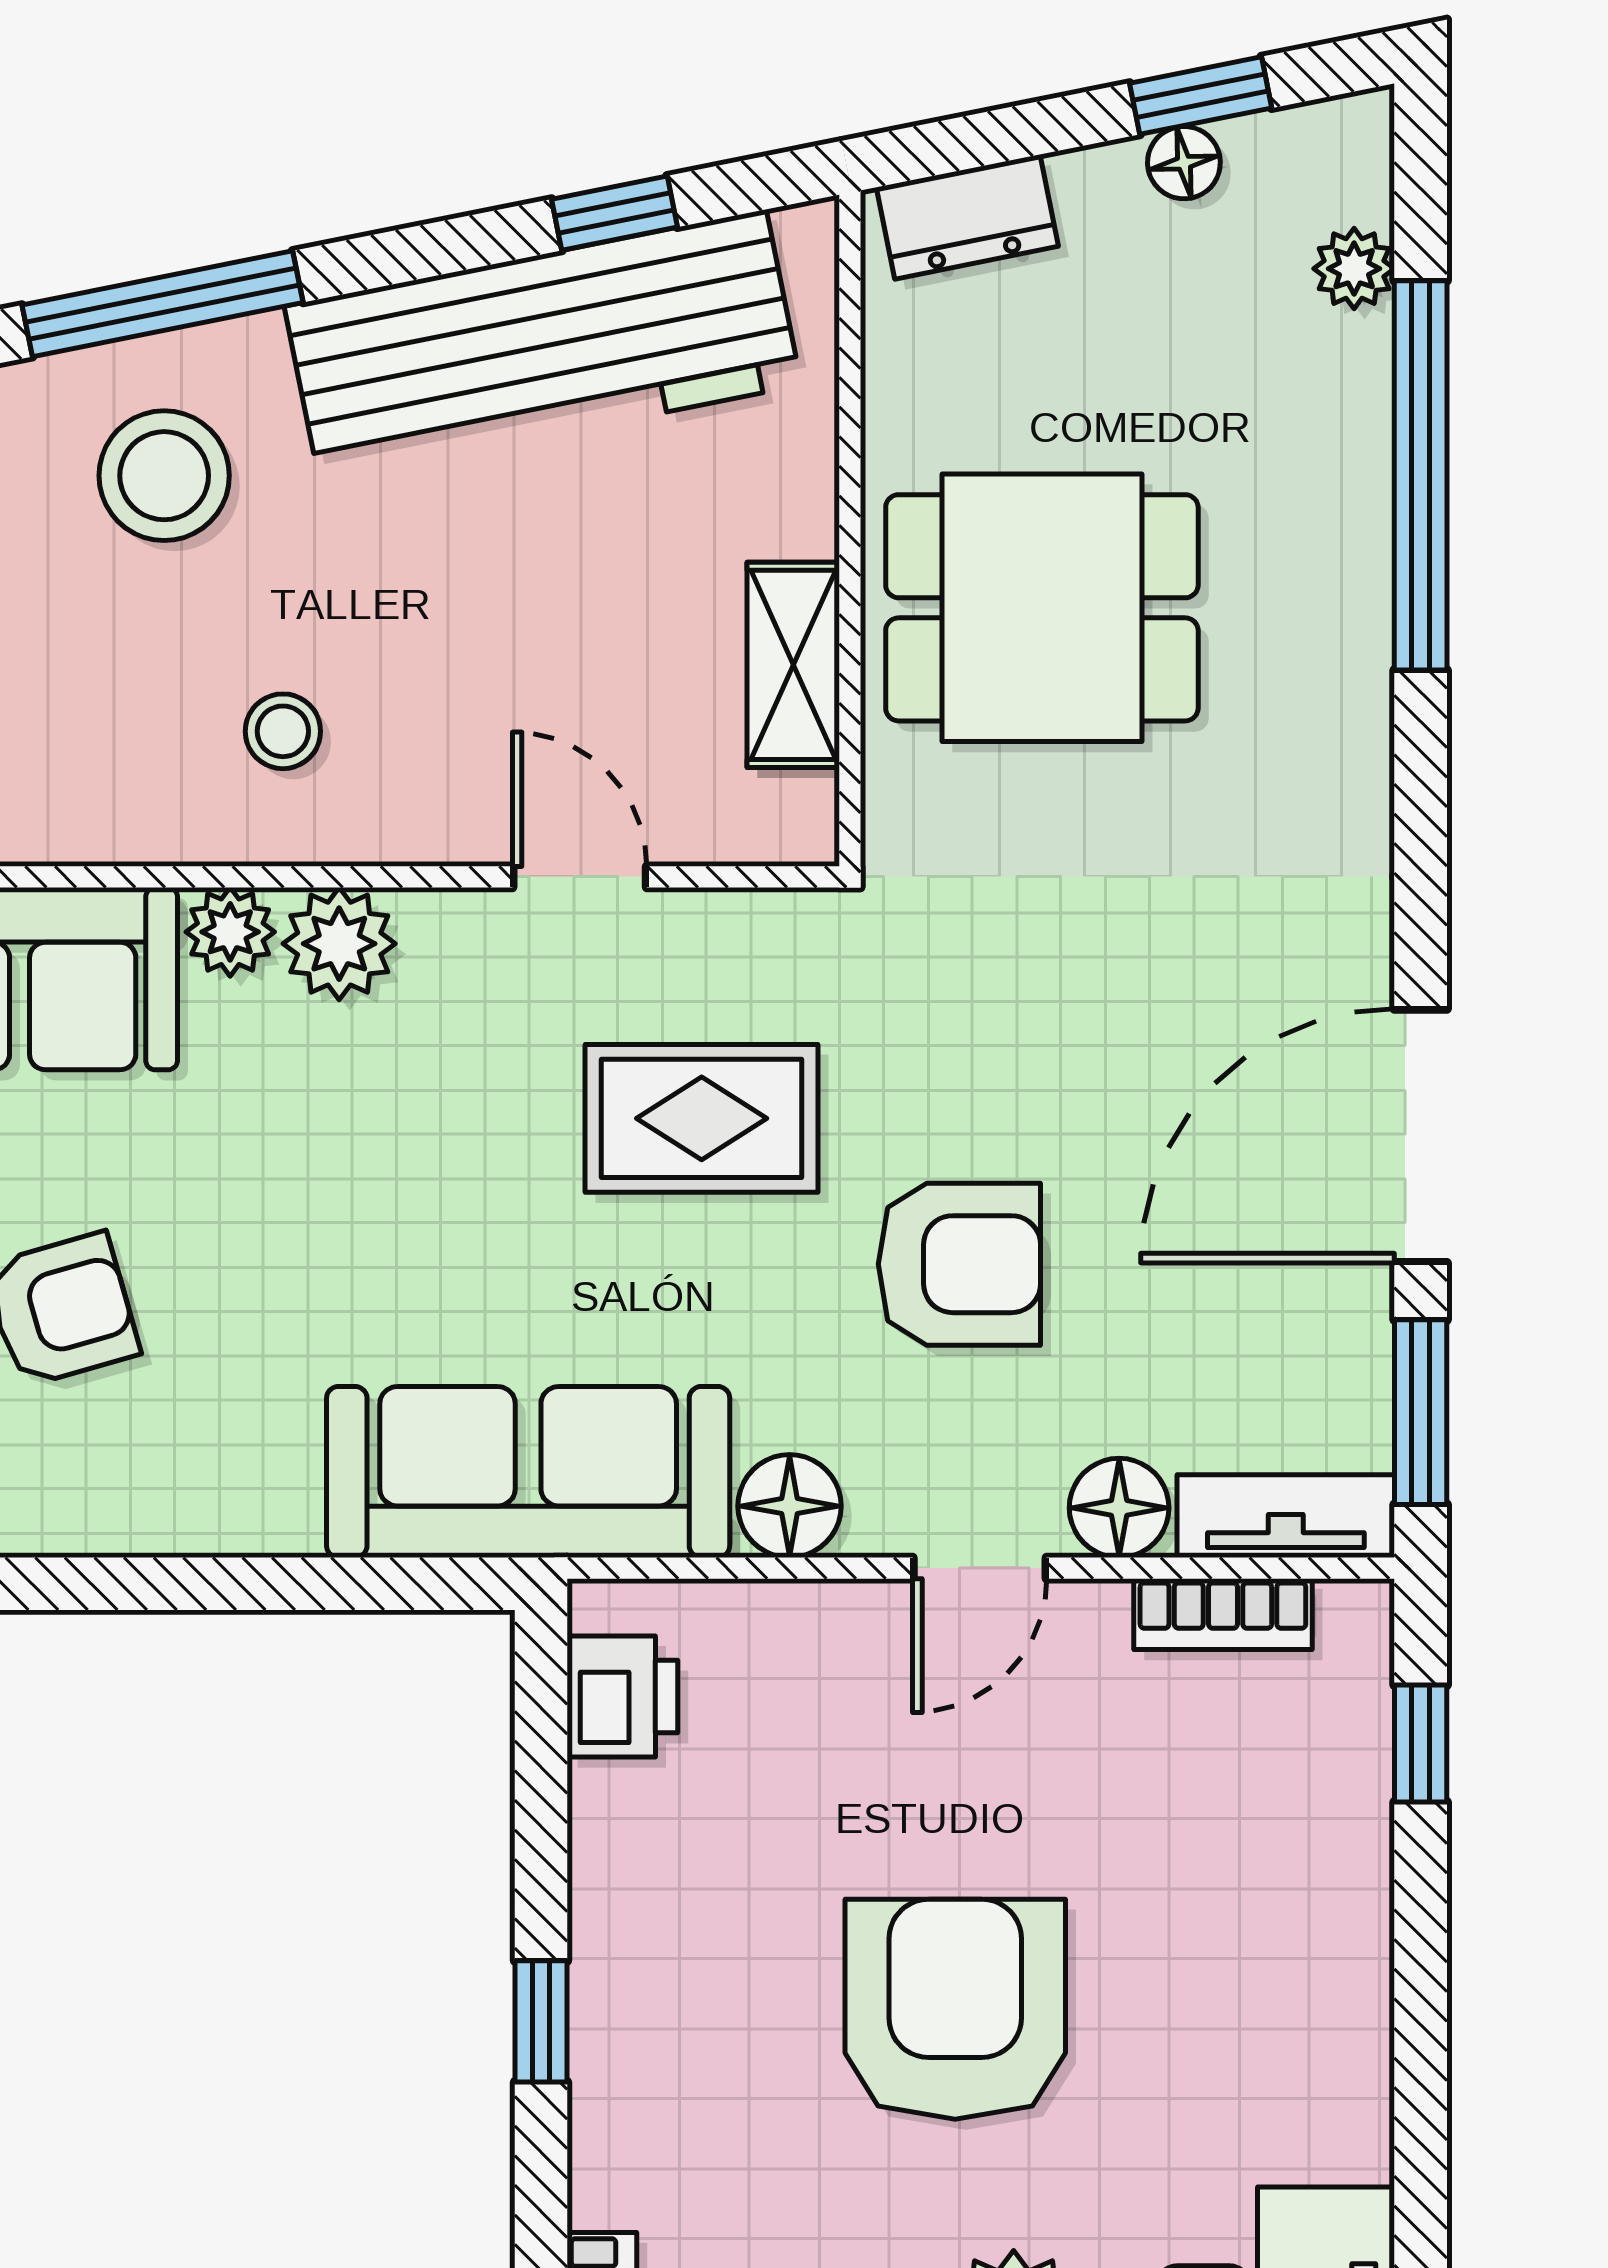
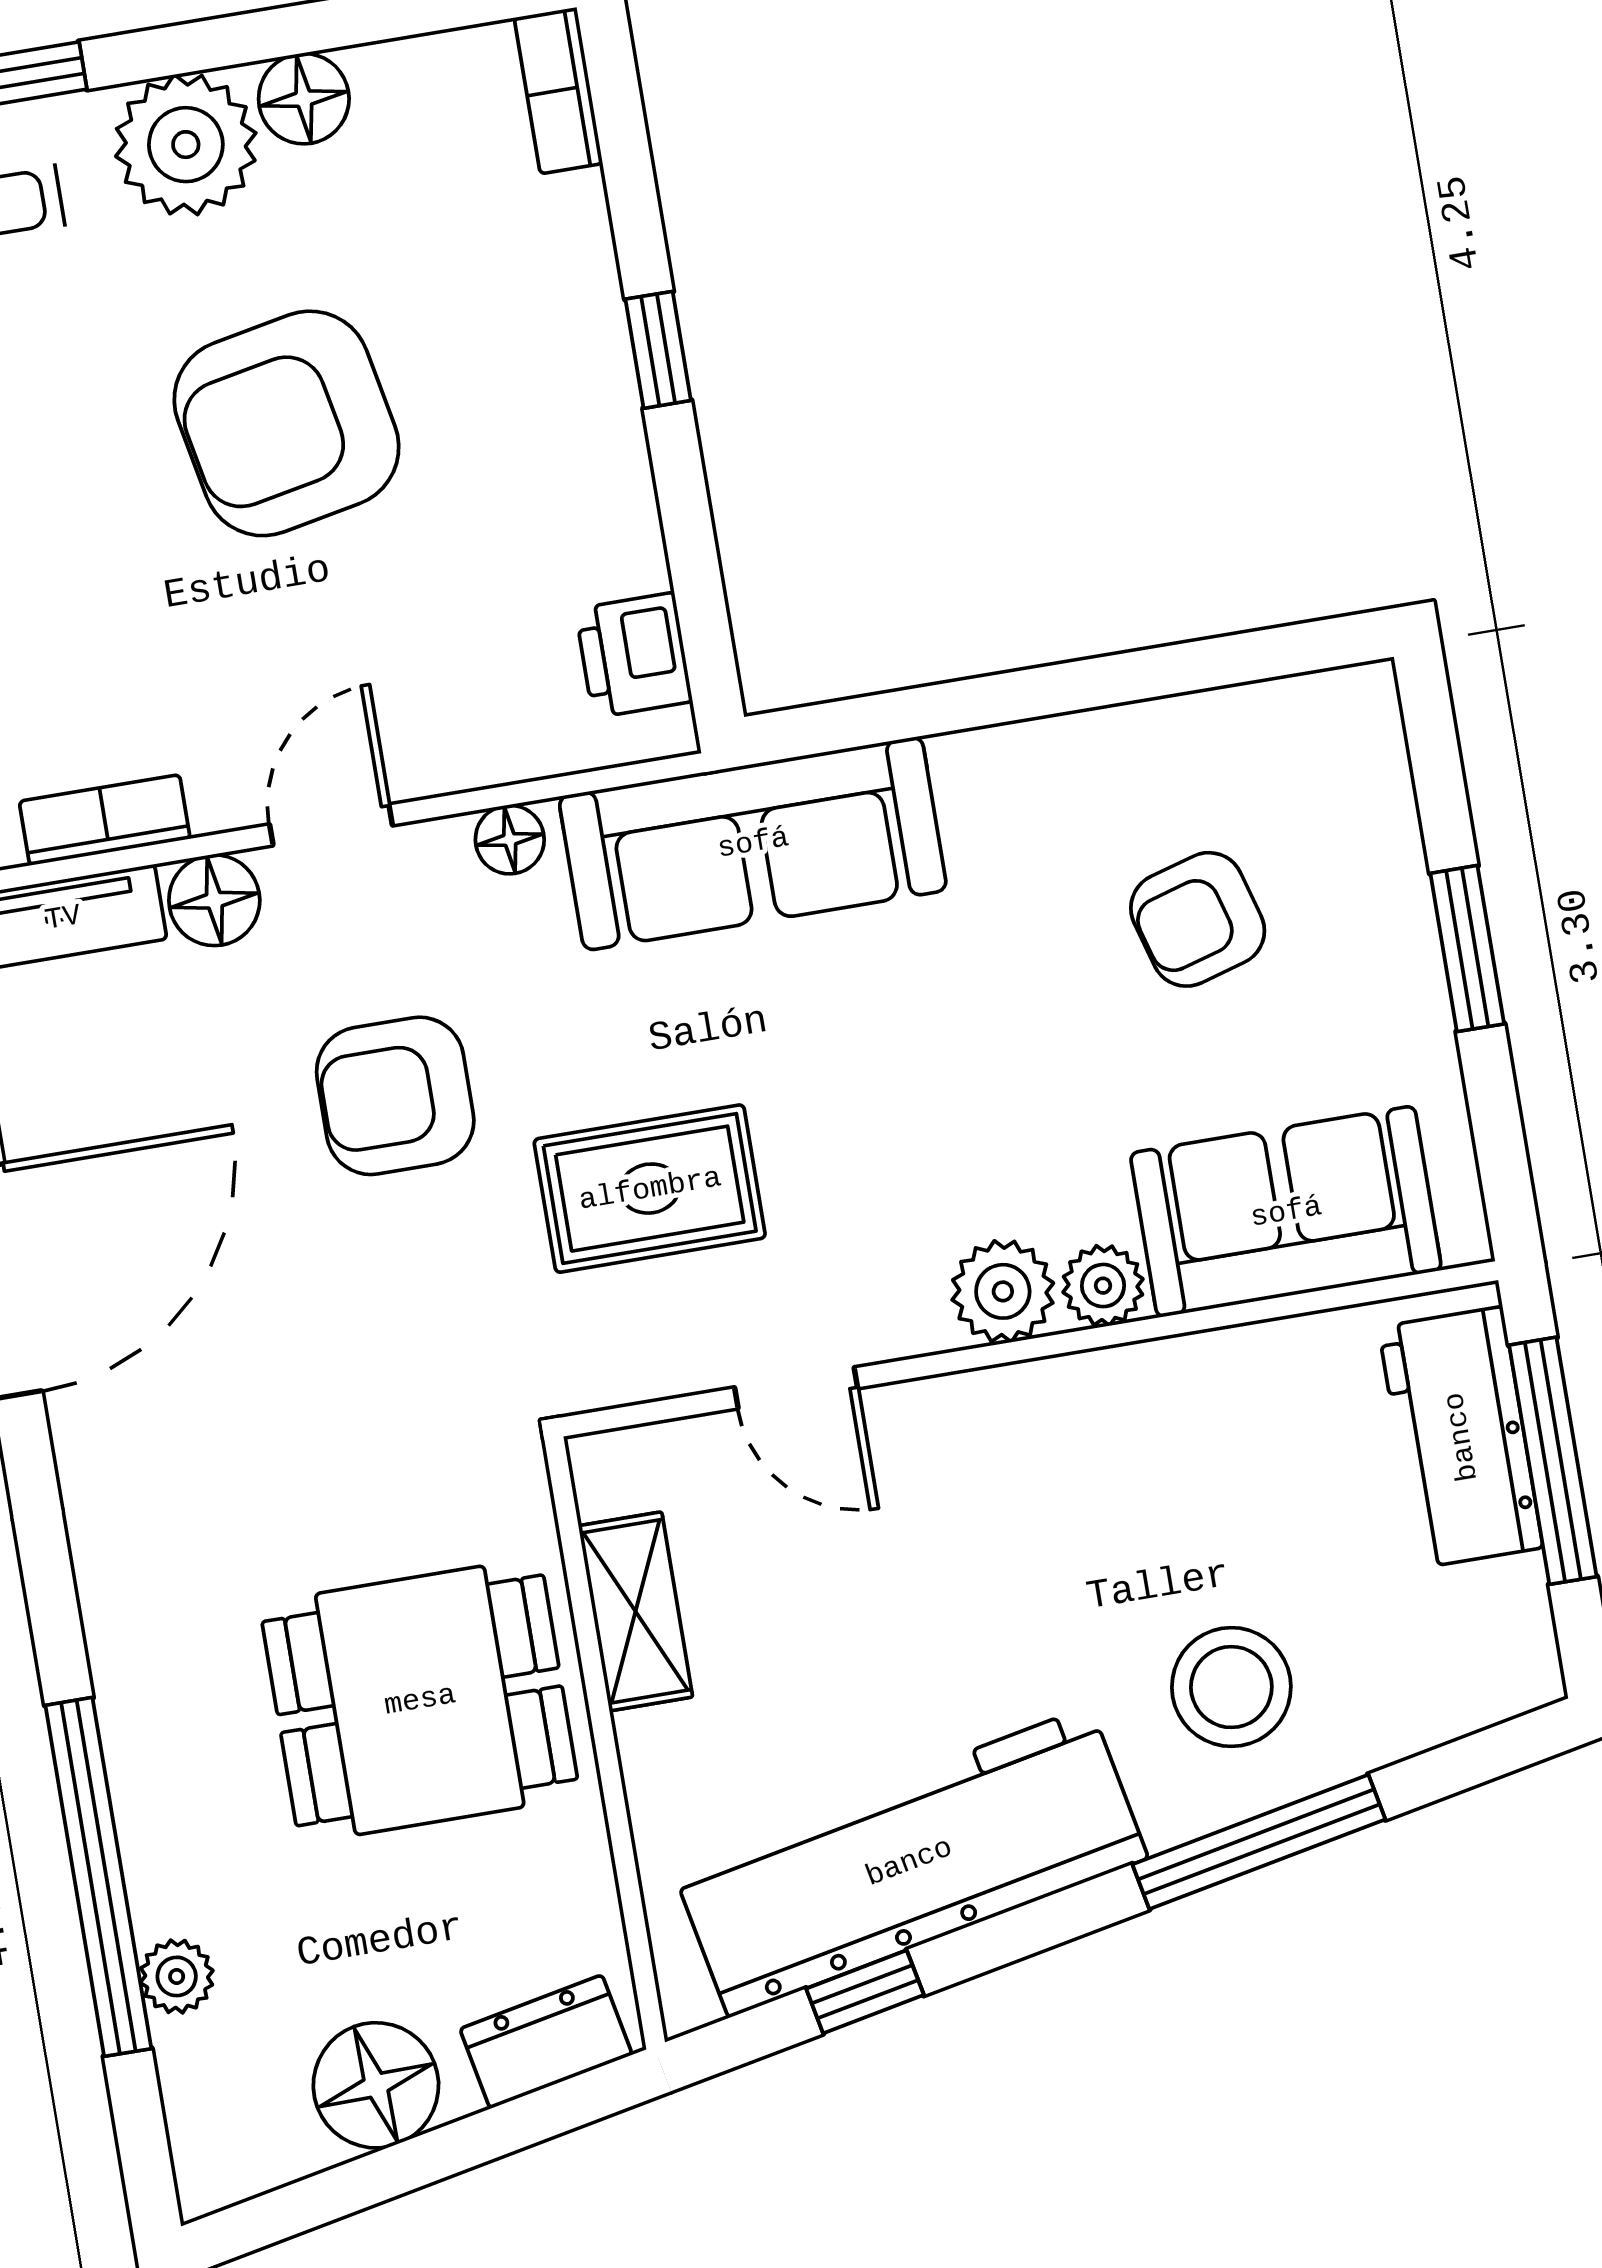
window: (1201, 96) -> (354, 2186), removed
floor lamp: (1184, 163) -> (376, 2085), width x1.89, depth x1.89
plant: (1354, 269) -> (177, 1976), moved
stool: (283, 731) -> (1086, 1474), removed
floor lamp: (790, 1506) -> (510, 840), width x0.73, depth x0.73
armchair: (955, 2009) -> (287, 423), turned 79

